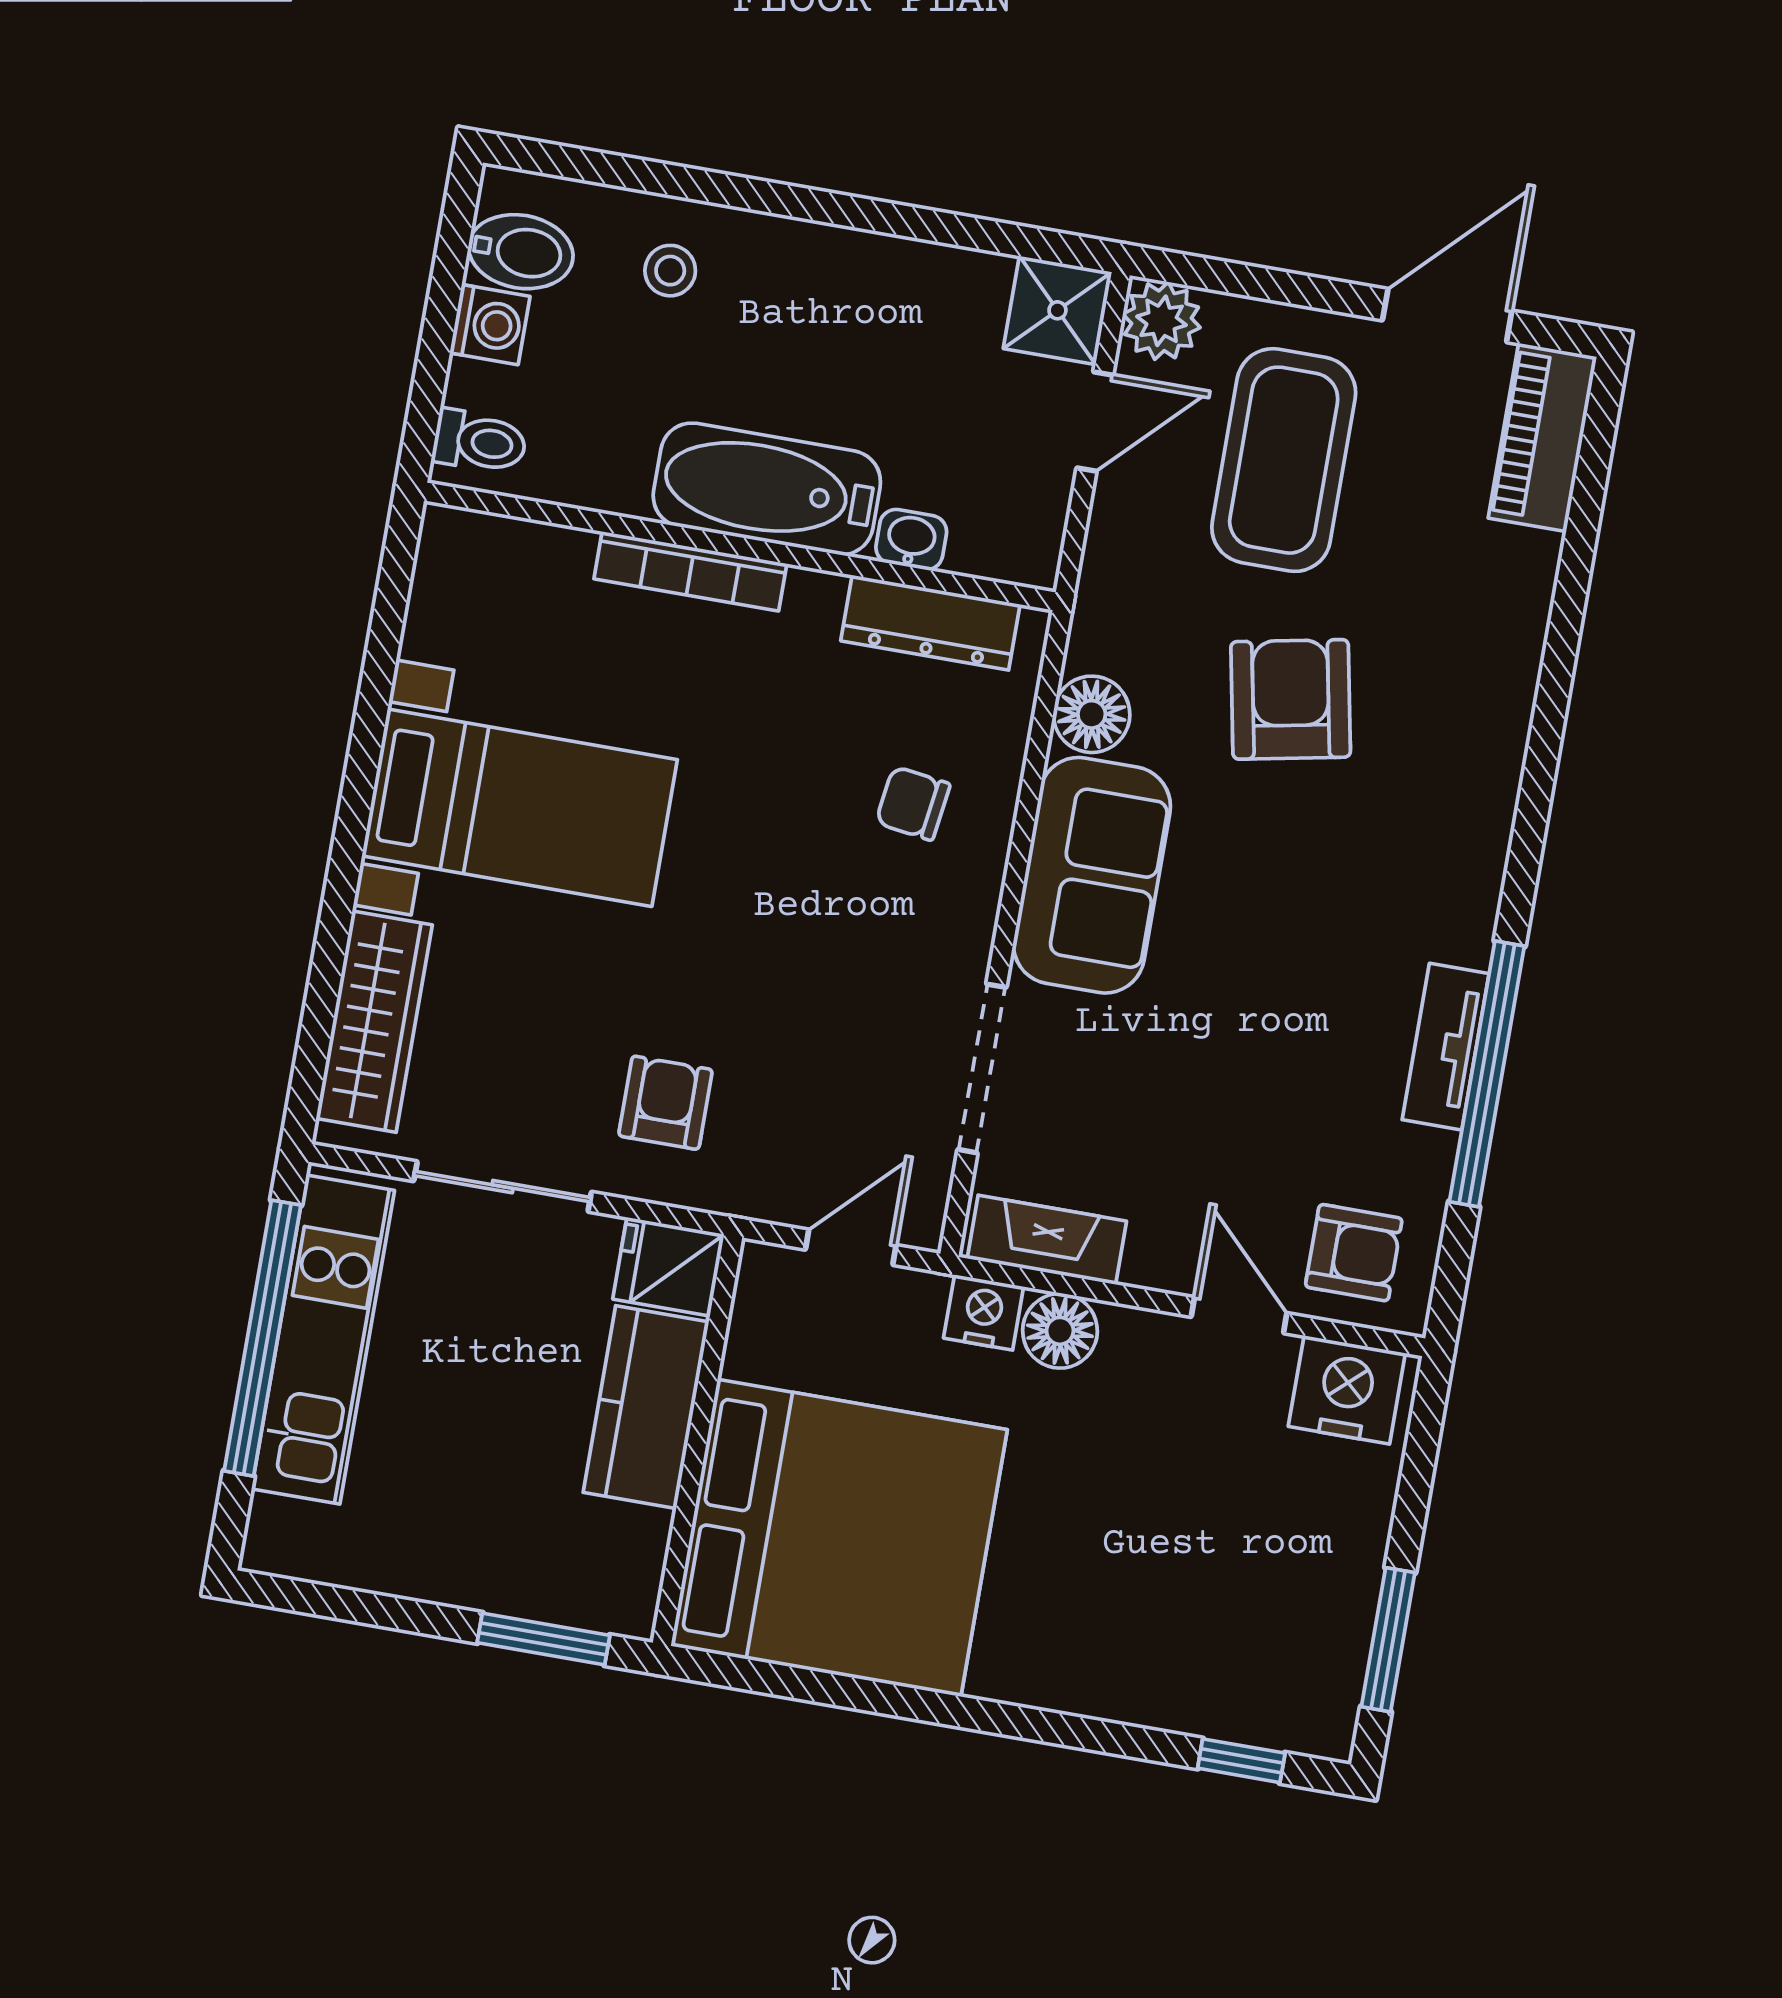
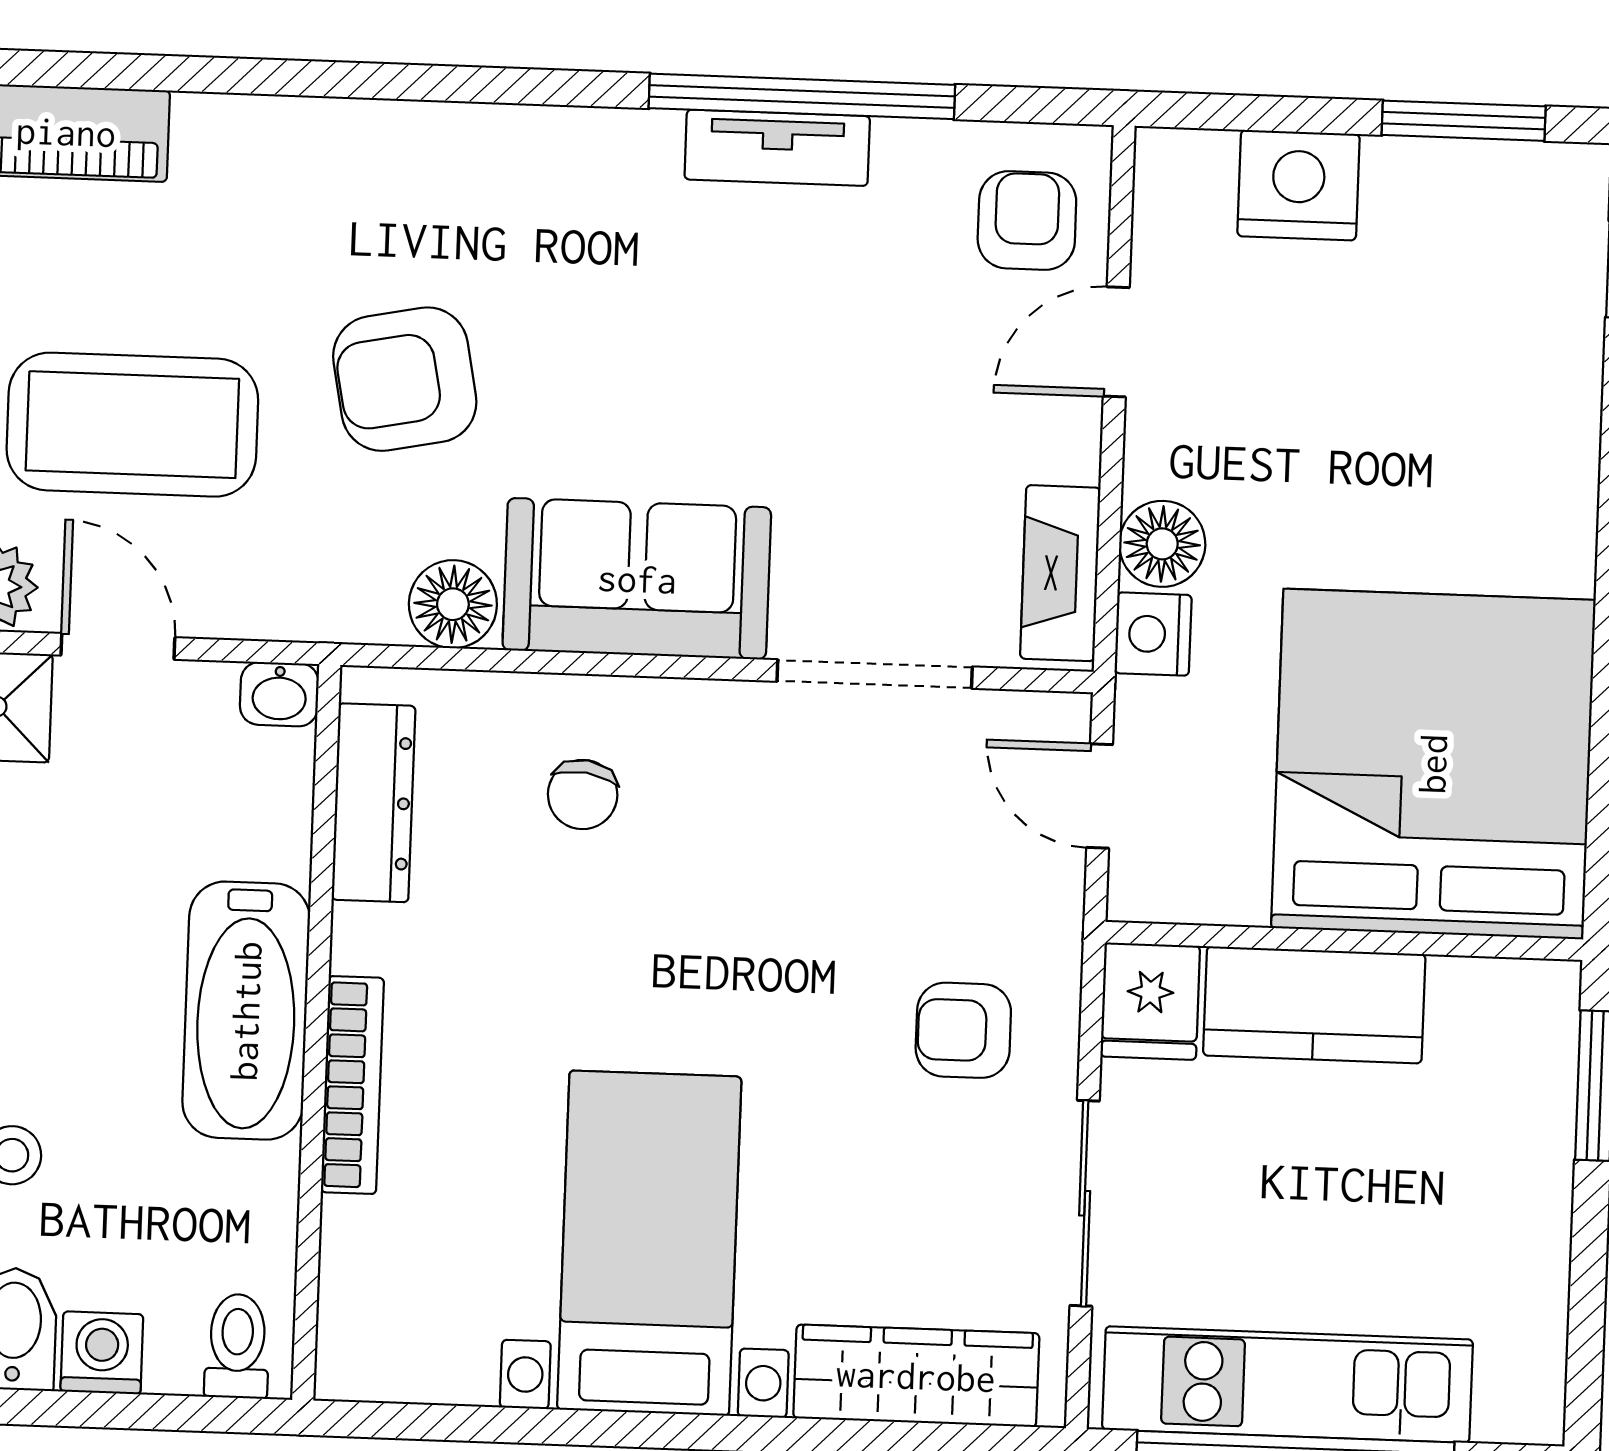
washbasin: (911, 540) -> (279, 694), moved, turned -90
nightstand: (1347, 1390) -> (1298, 185), moved, turned 90

